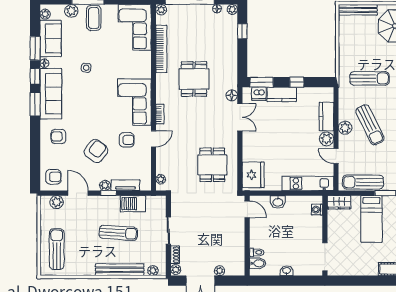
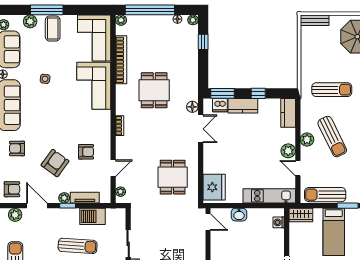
bench: (358, 10) -> (315, 20), width x0.73
corner sofa: (134, 102) -> (94, 86), moved
kitchen counter: (326, 117) -> (288, 113), moved
door: (153, 139) -> (113, 168), moved

